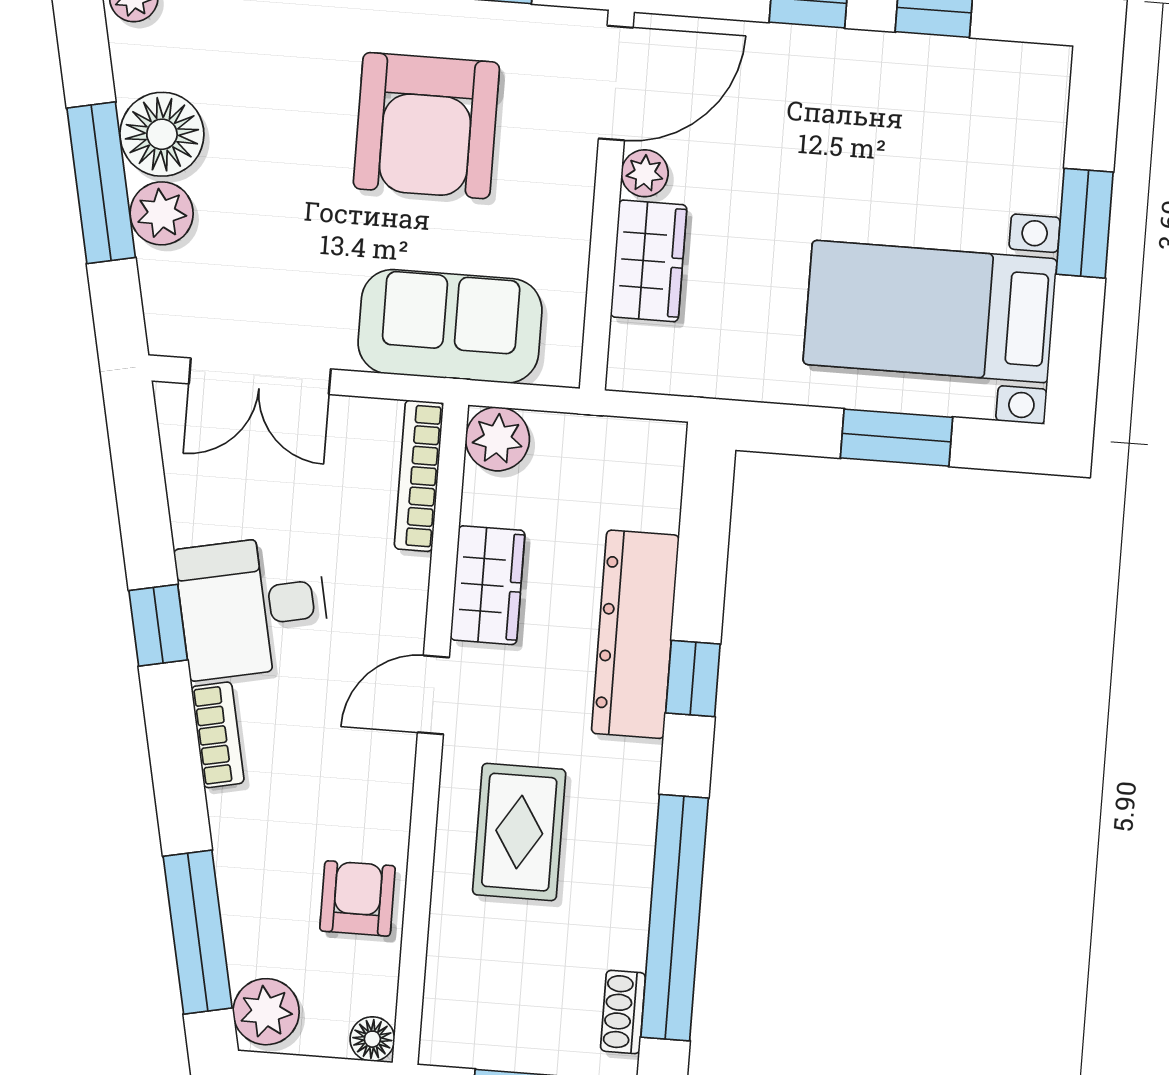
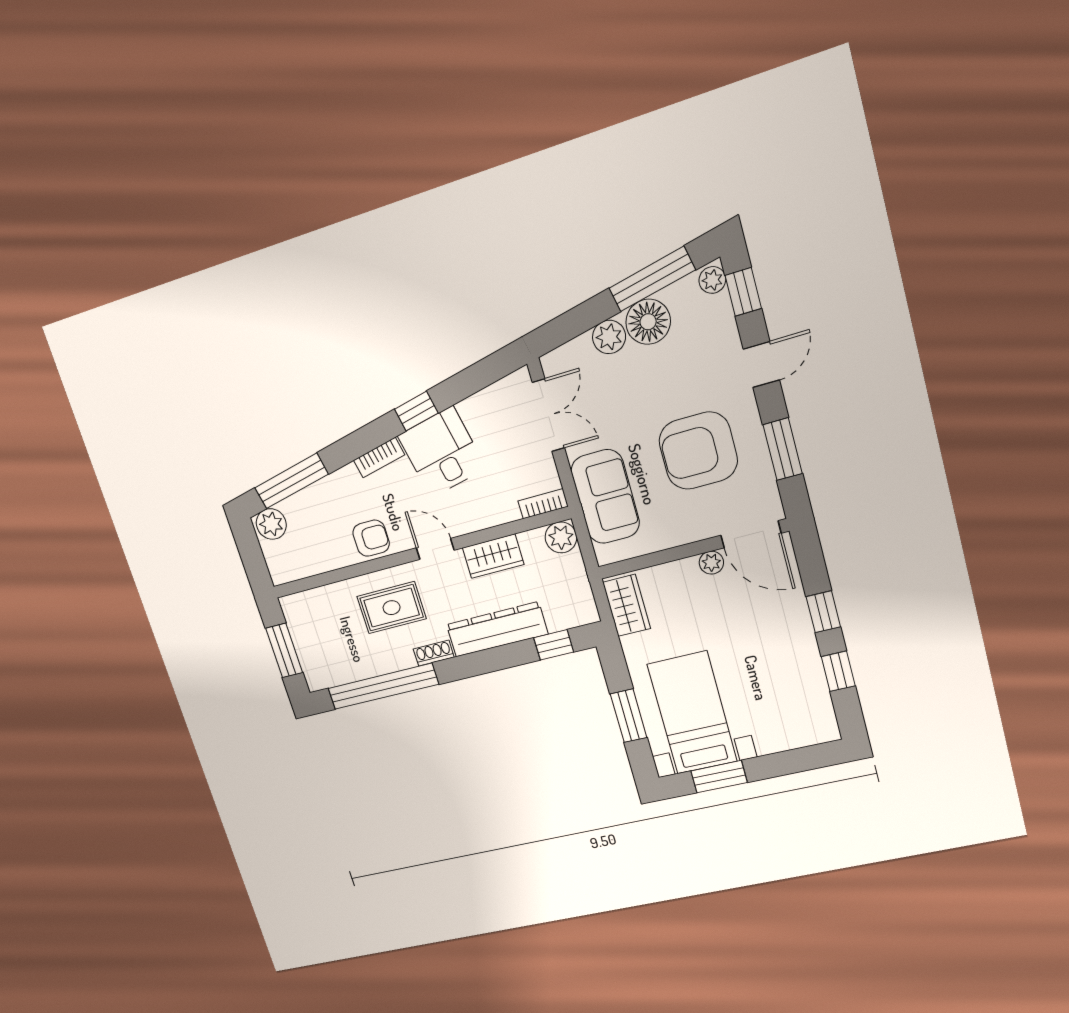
window: (101, 183) -> (652, 279), moved
window: (1085, 223) -> (719, 777), moved
wardrobe: (649, 261) -> (627, 605), moved, turned -90
double door: (260, 376) -> (548, 415), swing flipped
bookcase: (419, 476) -> (543, 504), width x0.64
window: (693, 679) -> (554, 645), moved
armchair: (358, 898) -> (371, 538), moved
shoe rack: (623, 1012) -> (434, 653), moved
floor lamp: (372, 1039) -> (280, 575), removed

